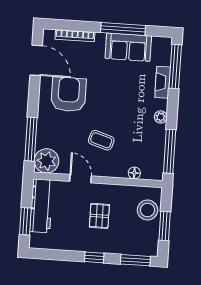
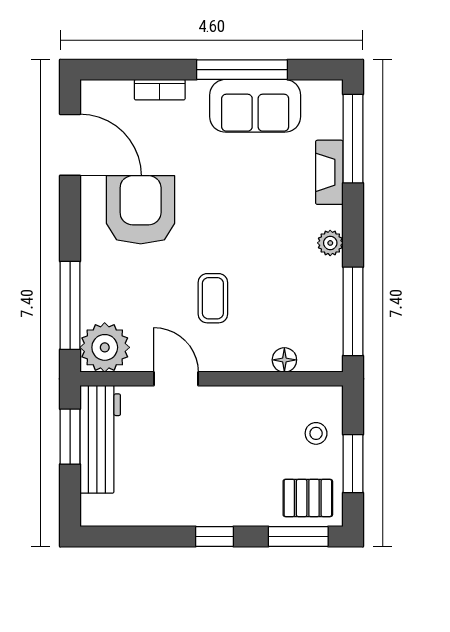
bookcase: (75, 36) -> (160, 90), width x0.64
coffee table: (101, 140) -> (213, 298), turned 73
stool: (147, 210) -> (316, 433), width x0.53, depth x0.53
pallet: (99, 216) -> (308, 498), moved, turned 90
window: (25, 221) -> (70, 437), moved

